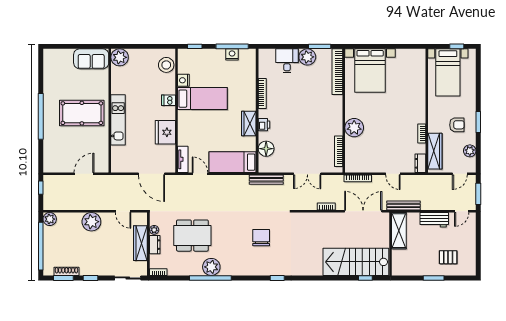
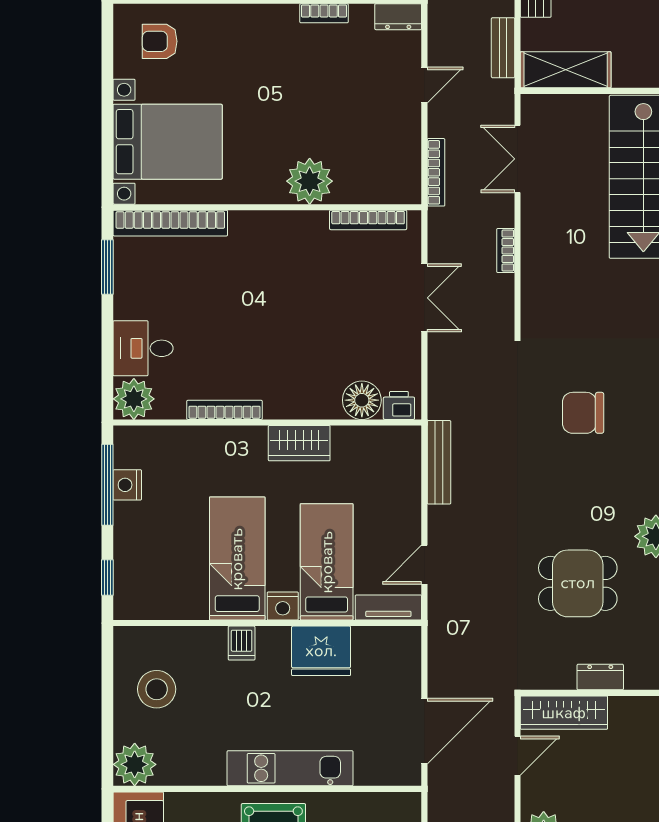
plant: (307, 57) -> (134, 399), moved
stool: (166, 65) -> (157, 689), moved
armchair: (410, 67) -> (160, 41), added
nightstand: (183, 80) -> (283, 606), moved
printer: (264, 125) -> (399, 405), moved
bed: (233, 162) -> (327, 562), moved, turned 180
door: (152, 174) -> (424, 731), moved
bench: (266, 180) -> (439, 462), moved
bench: (403, 205) -> (503, 48), width x0.73
double door: (363, 211) -> (517, 159), width x0.73
plant: (154, 230) -> (564, 679), removed
dining table: (192, 236) -> (578, 583), width x0.73
wardrobe: (140, 243) -> (564, 713), moved

